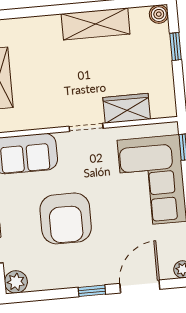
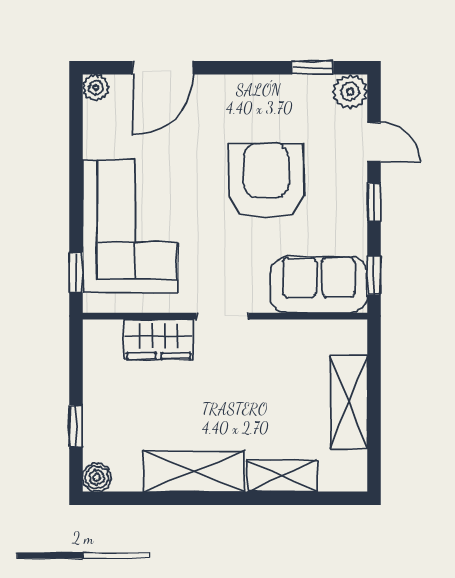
shelving: (37, 26) -> (282, 476), added
window: (92, 291) -> (313, 68), moved

